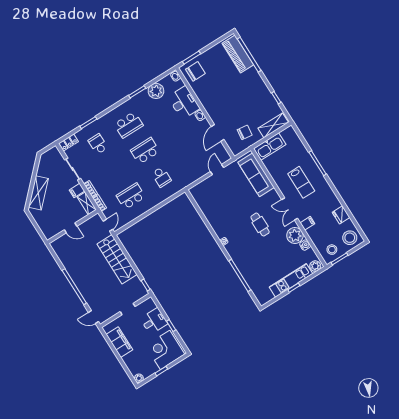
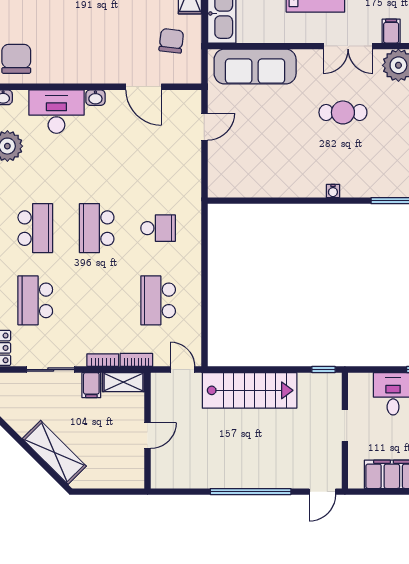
school desk: (98, 144) -> (35, 300), width x1.85
door: (217, 169) -> (204, 127), swing flipped

